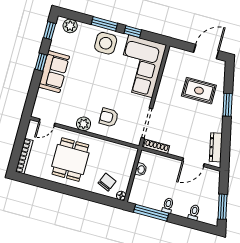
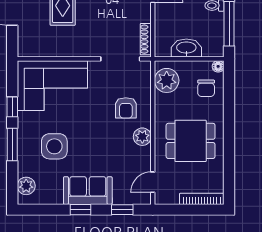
window: (50, 31) -> (122, 210), moved
side table: (106, 43) -> (54, 146), moved
door: (47, 122) -> (153, 182), swing flipped
plant: (121, 154) -> (167, 80), added
washbasin: (141, 169) -> (186, 48), width x1.91, depth x1.45
chair: (107, 182) -> (206, 88), turned -113

